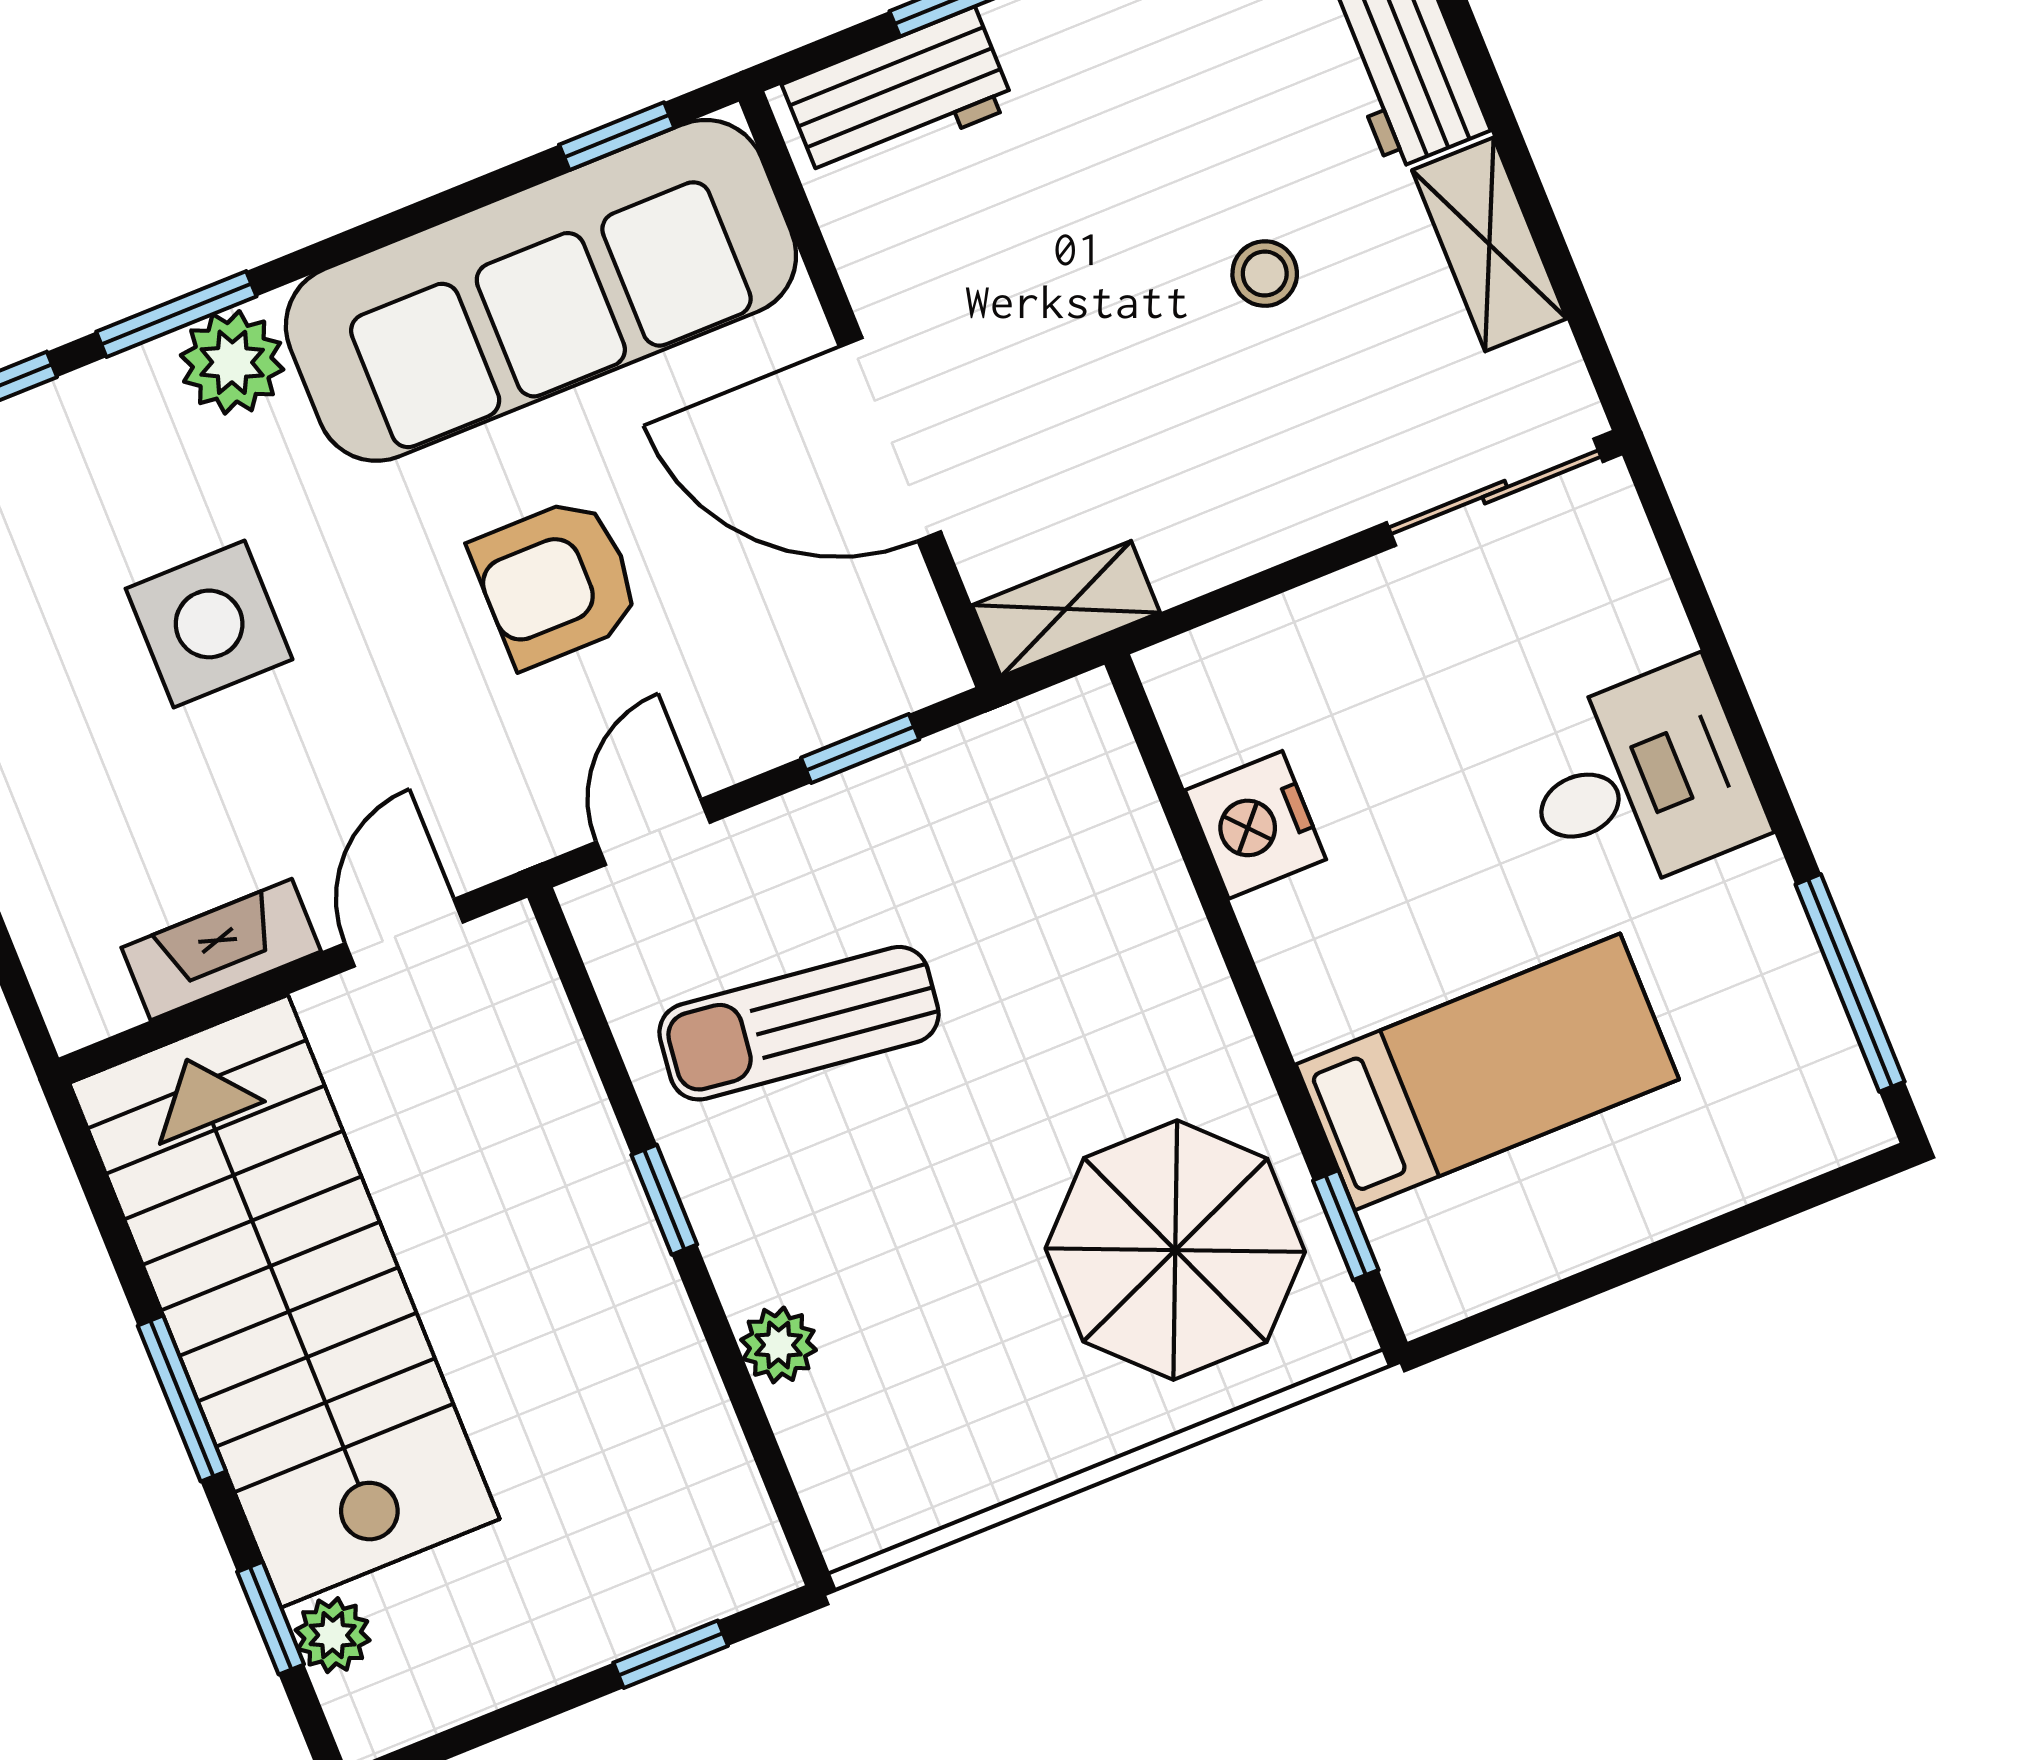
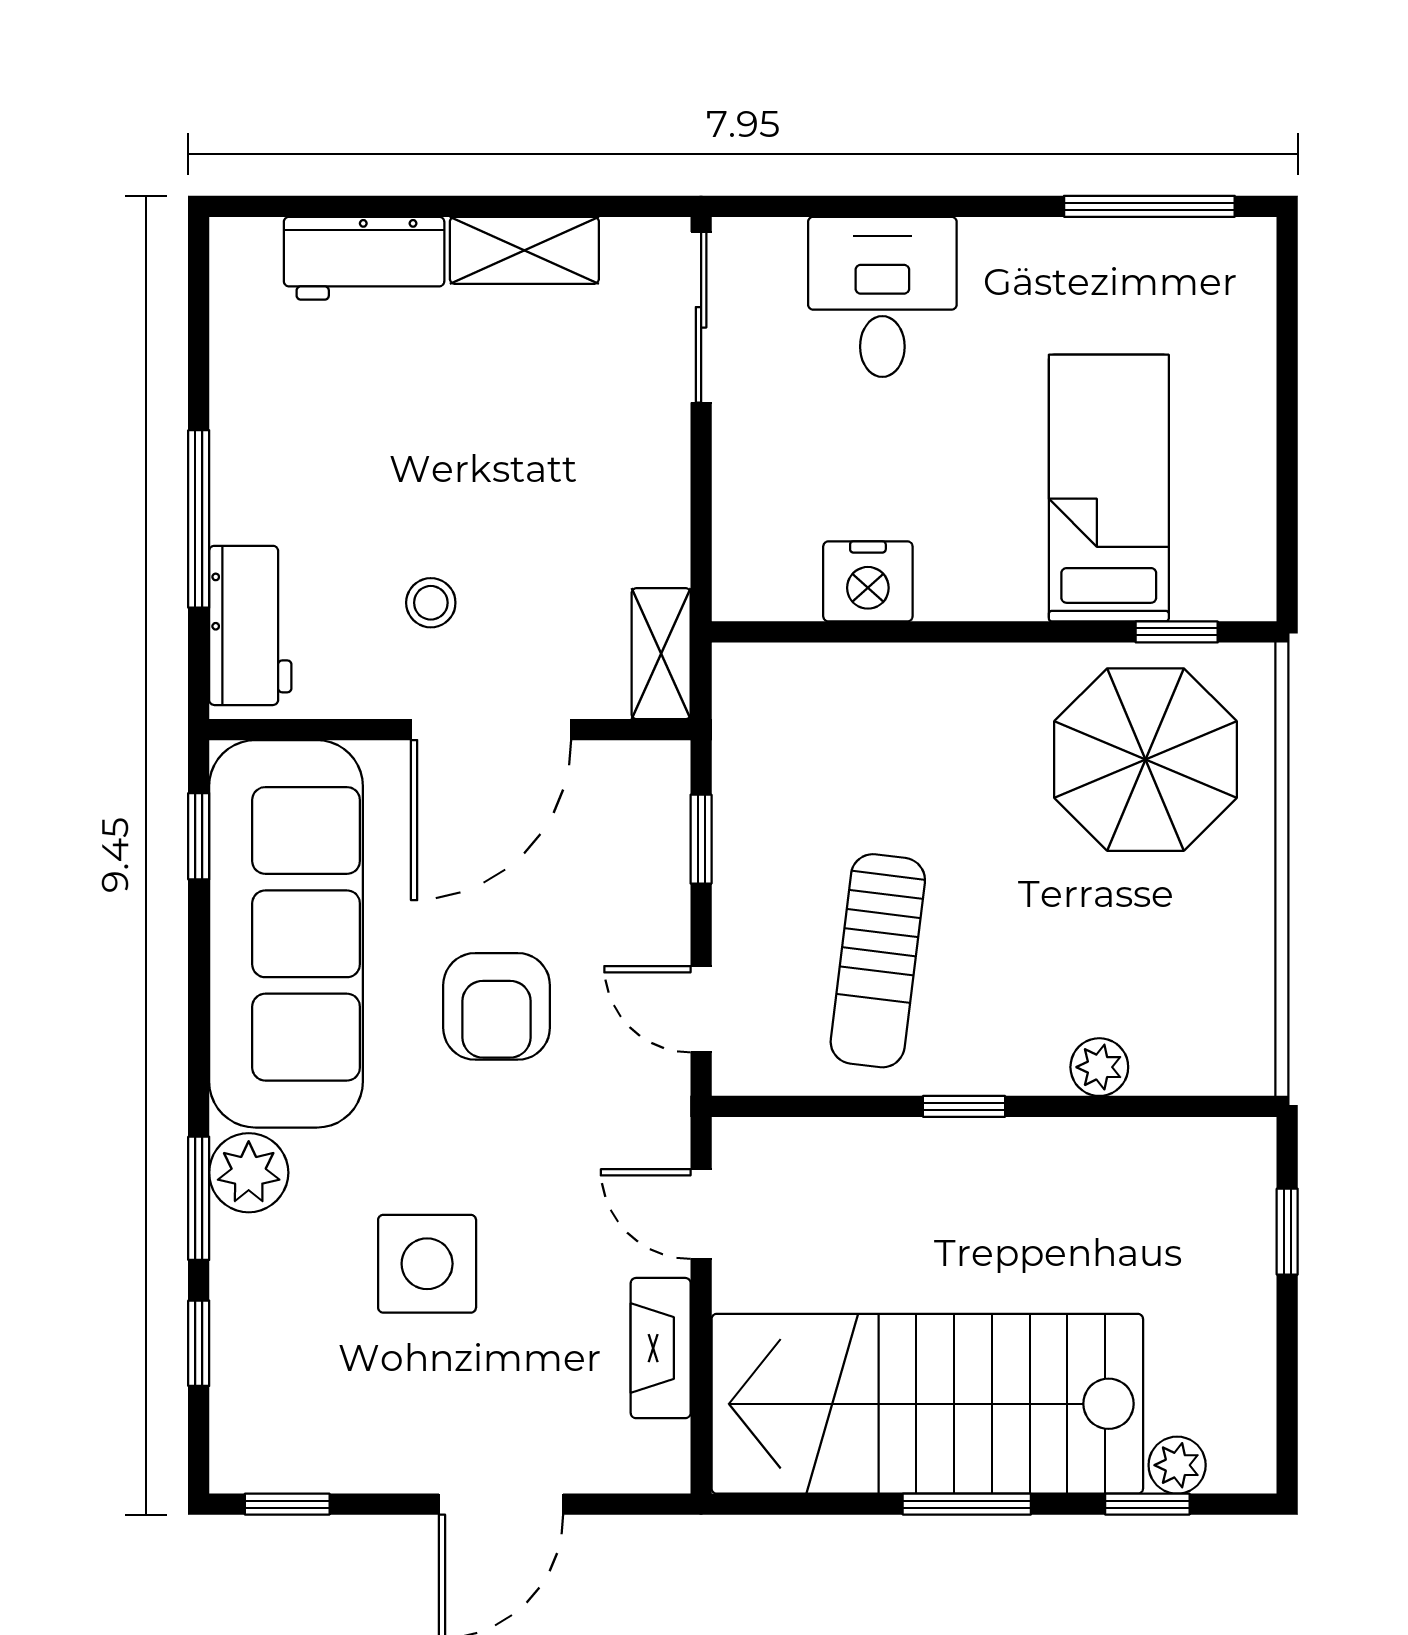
stool: (1265, 274) -> (431, 603), moved
desk: (1640, 781) -> (882, 297), moved

